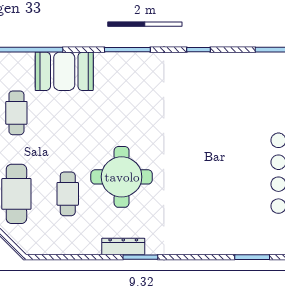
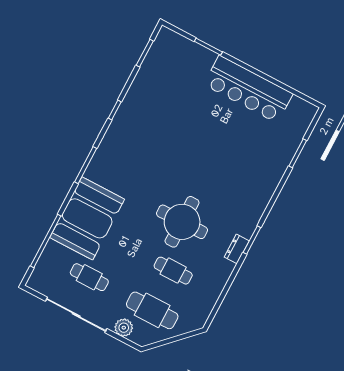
booth: (64, 71) -> (87, 218), width x1.36, depth x1.42
dresser: (123, 246) -> (237, 249), width x0.70

